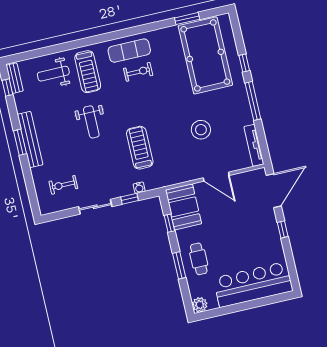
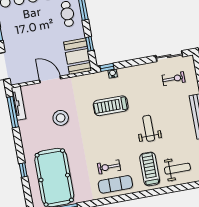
window: (253, 101) -> (13, 112), moved
treadmill: (140, 148) -> (111, 106), turned 90
window: (129, 199) -> (107, 67), moved
sliding door: (95, 207) -> (169, 56), moved

